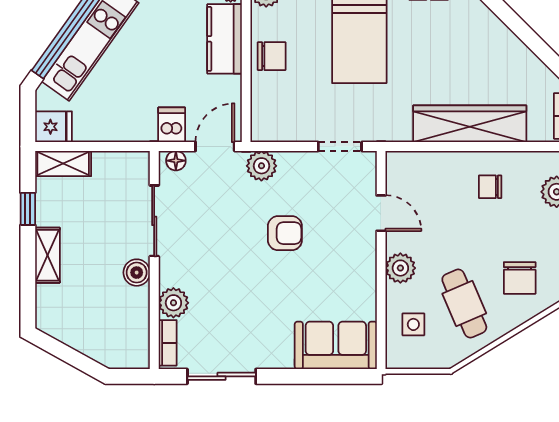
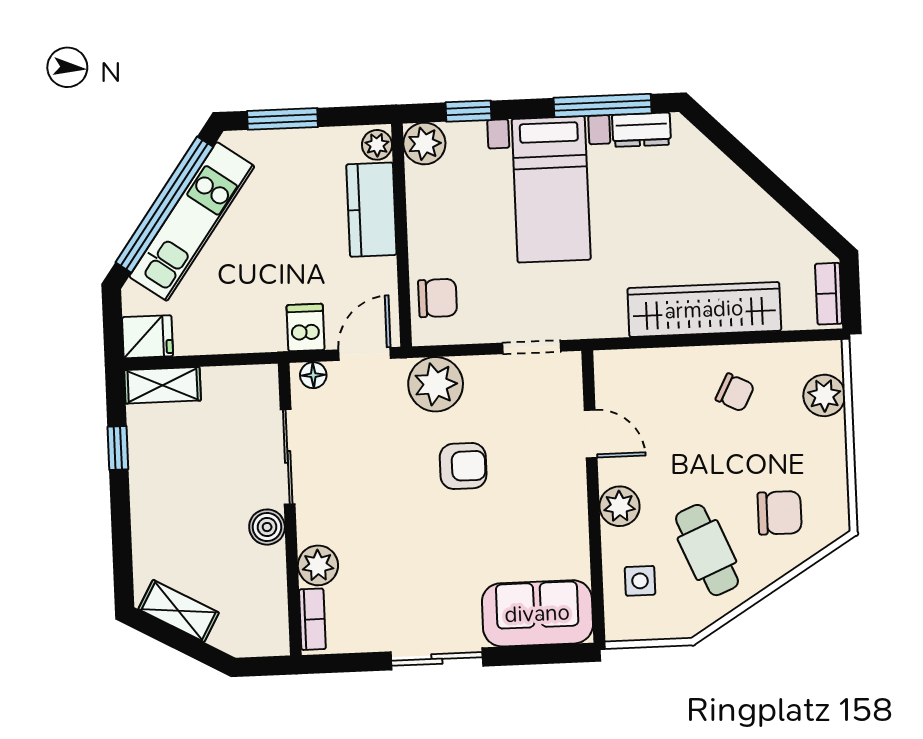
chair: (272, 56) -> (438, 298), moved
plant: (261, 166) -> (436, 384), width x1.36, depth x1.36
chair: (490, 187) -> (735, 392), turned -153
shelving: (47, 255) -> (179, 611), moved, turned -61
chair: (520, 278) -> (780, 513), turned -90
sliding door: (222, 376) -> (437, 659), moved

